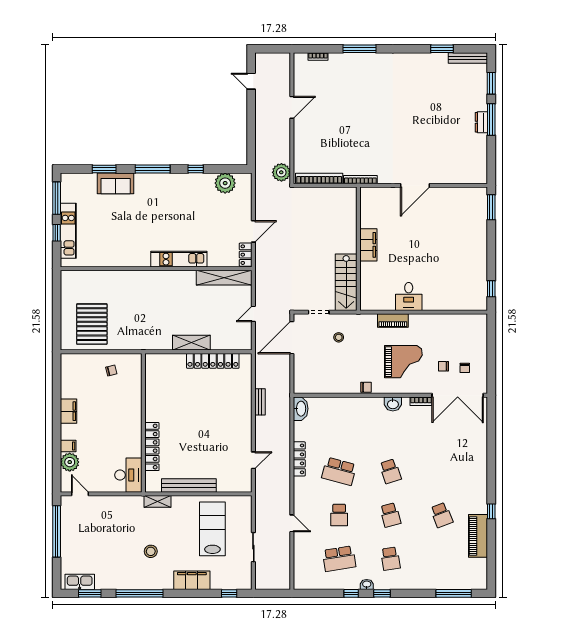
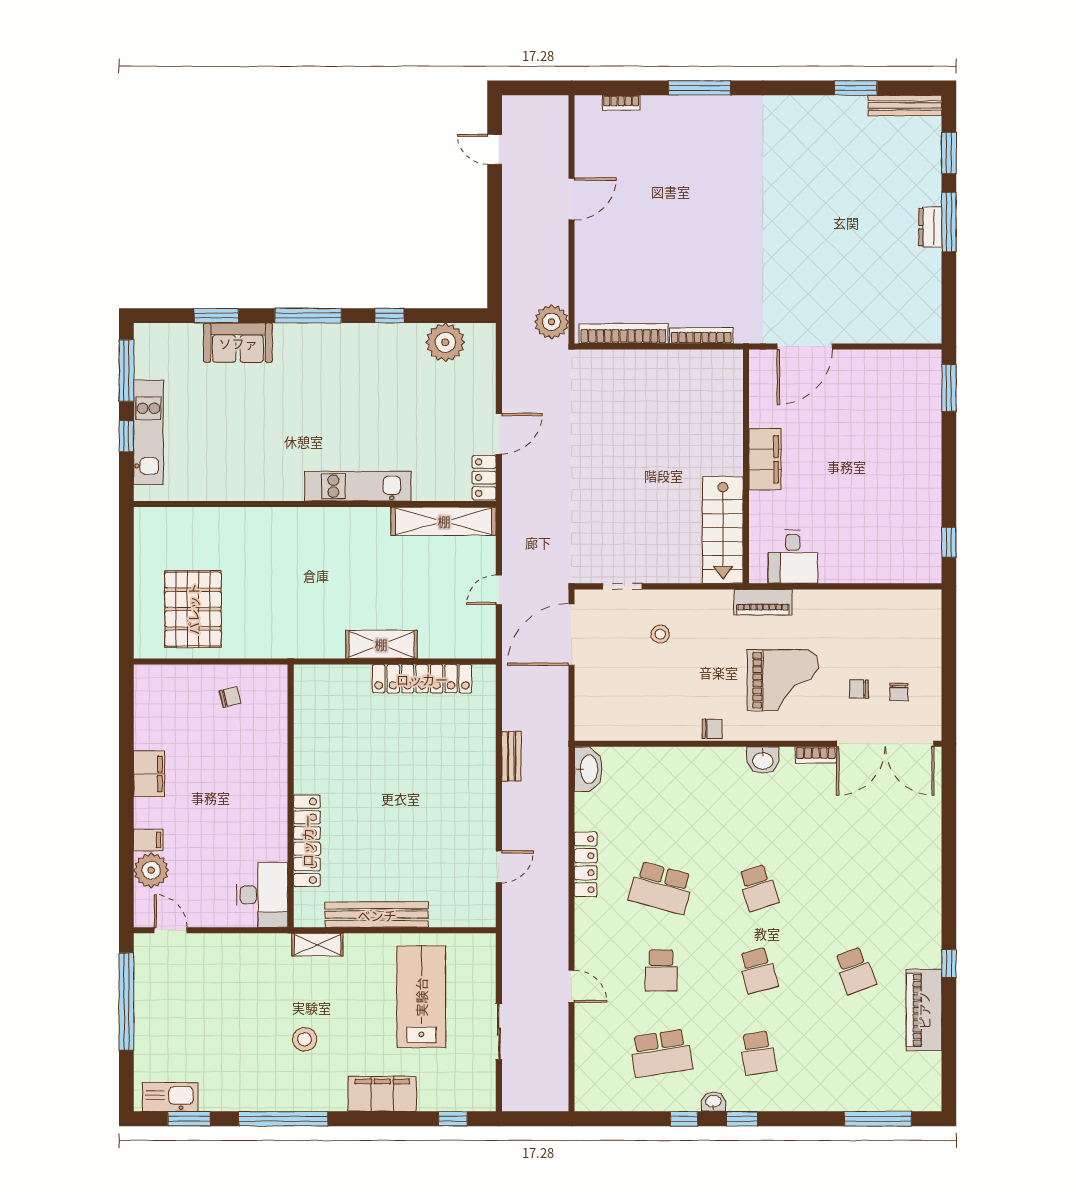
filing cabinet: (368, 245) -> (765, 459), moved
wall: (358, 249) -> (746, 466), moved
stairs: (346, 282) -> (723, 530), moved

